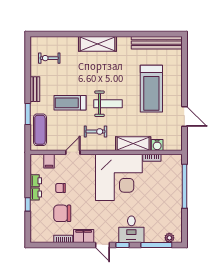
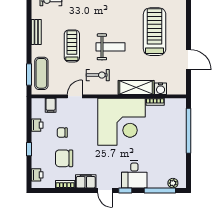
treadmill: (151, 89) -> (155, 32), turned 180
treadmill: (70, 103) -> (72, 46), turned 90
window: (28, 114) -> (29, 75), moved
printer: (36, 194) -> (37, 175), moved

